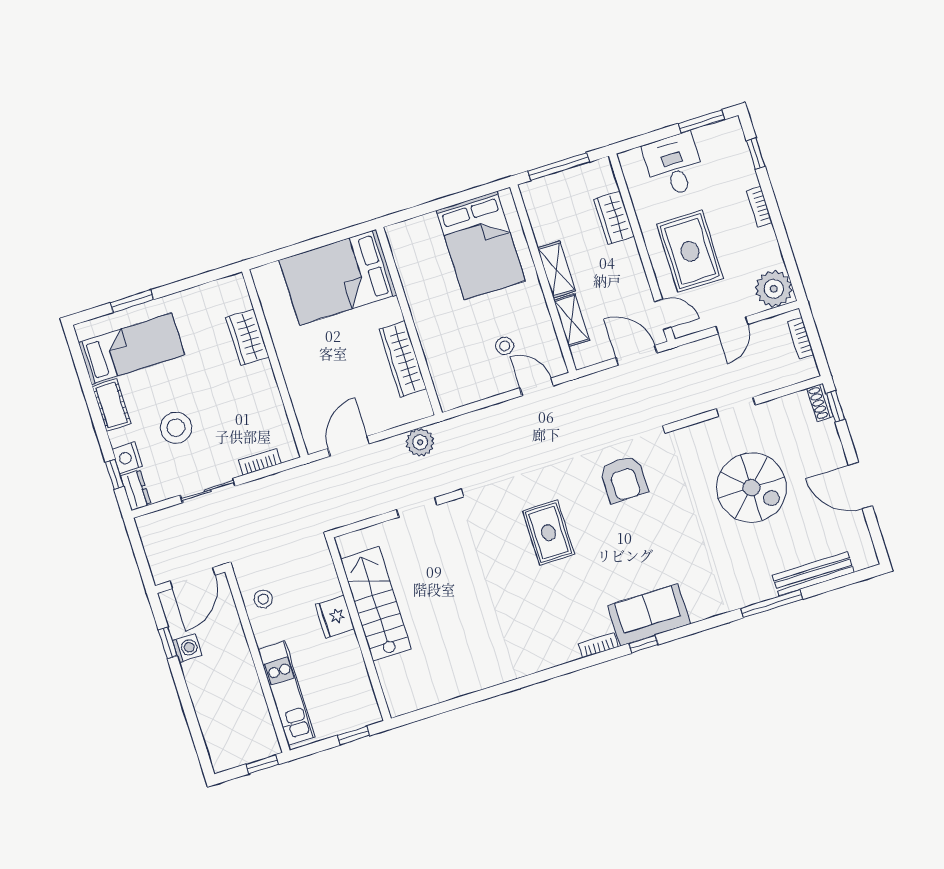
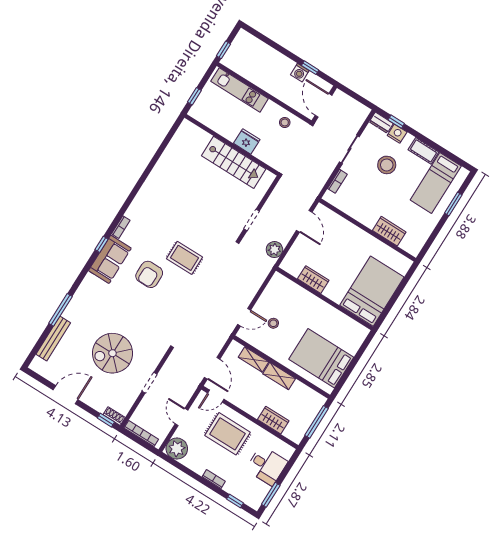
bookcase: (801, 338) -> (141, 434), width x1.56
door: (637, 355) -> (212, 368), hinge flipped
wardrobe: (403, 359) -> (313, 280), width x0.67
armchair: (624, 479) -> (149, 274), moved, turned -90

